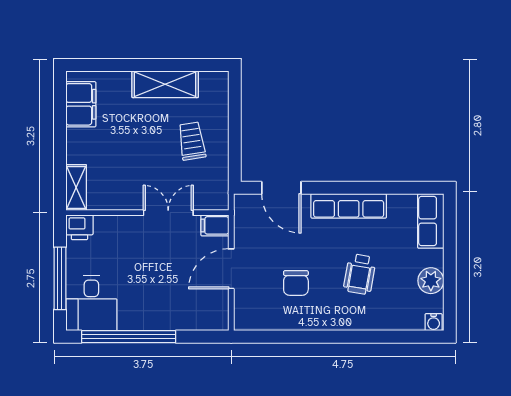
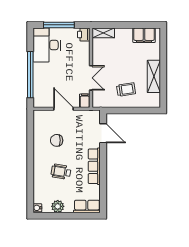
door: (281, 188) -> (103, 133), swing flipped
desk: (91, 303) -> (47, 45), width x1.37
window: (129, 337) -> (30, 75), moved

